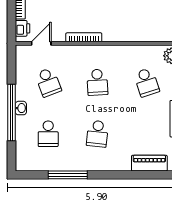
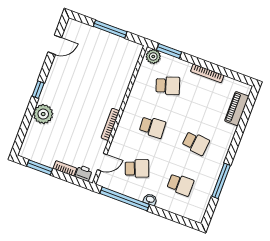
door: (41, 43) -> (102, 162), swing flipped
window: (11, 112) -> (125, 199), moved

